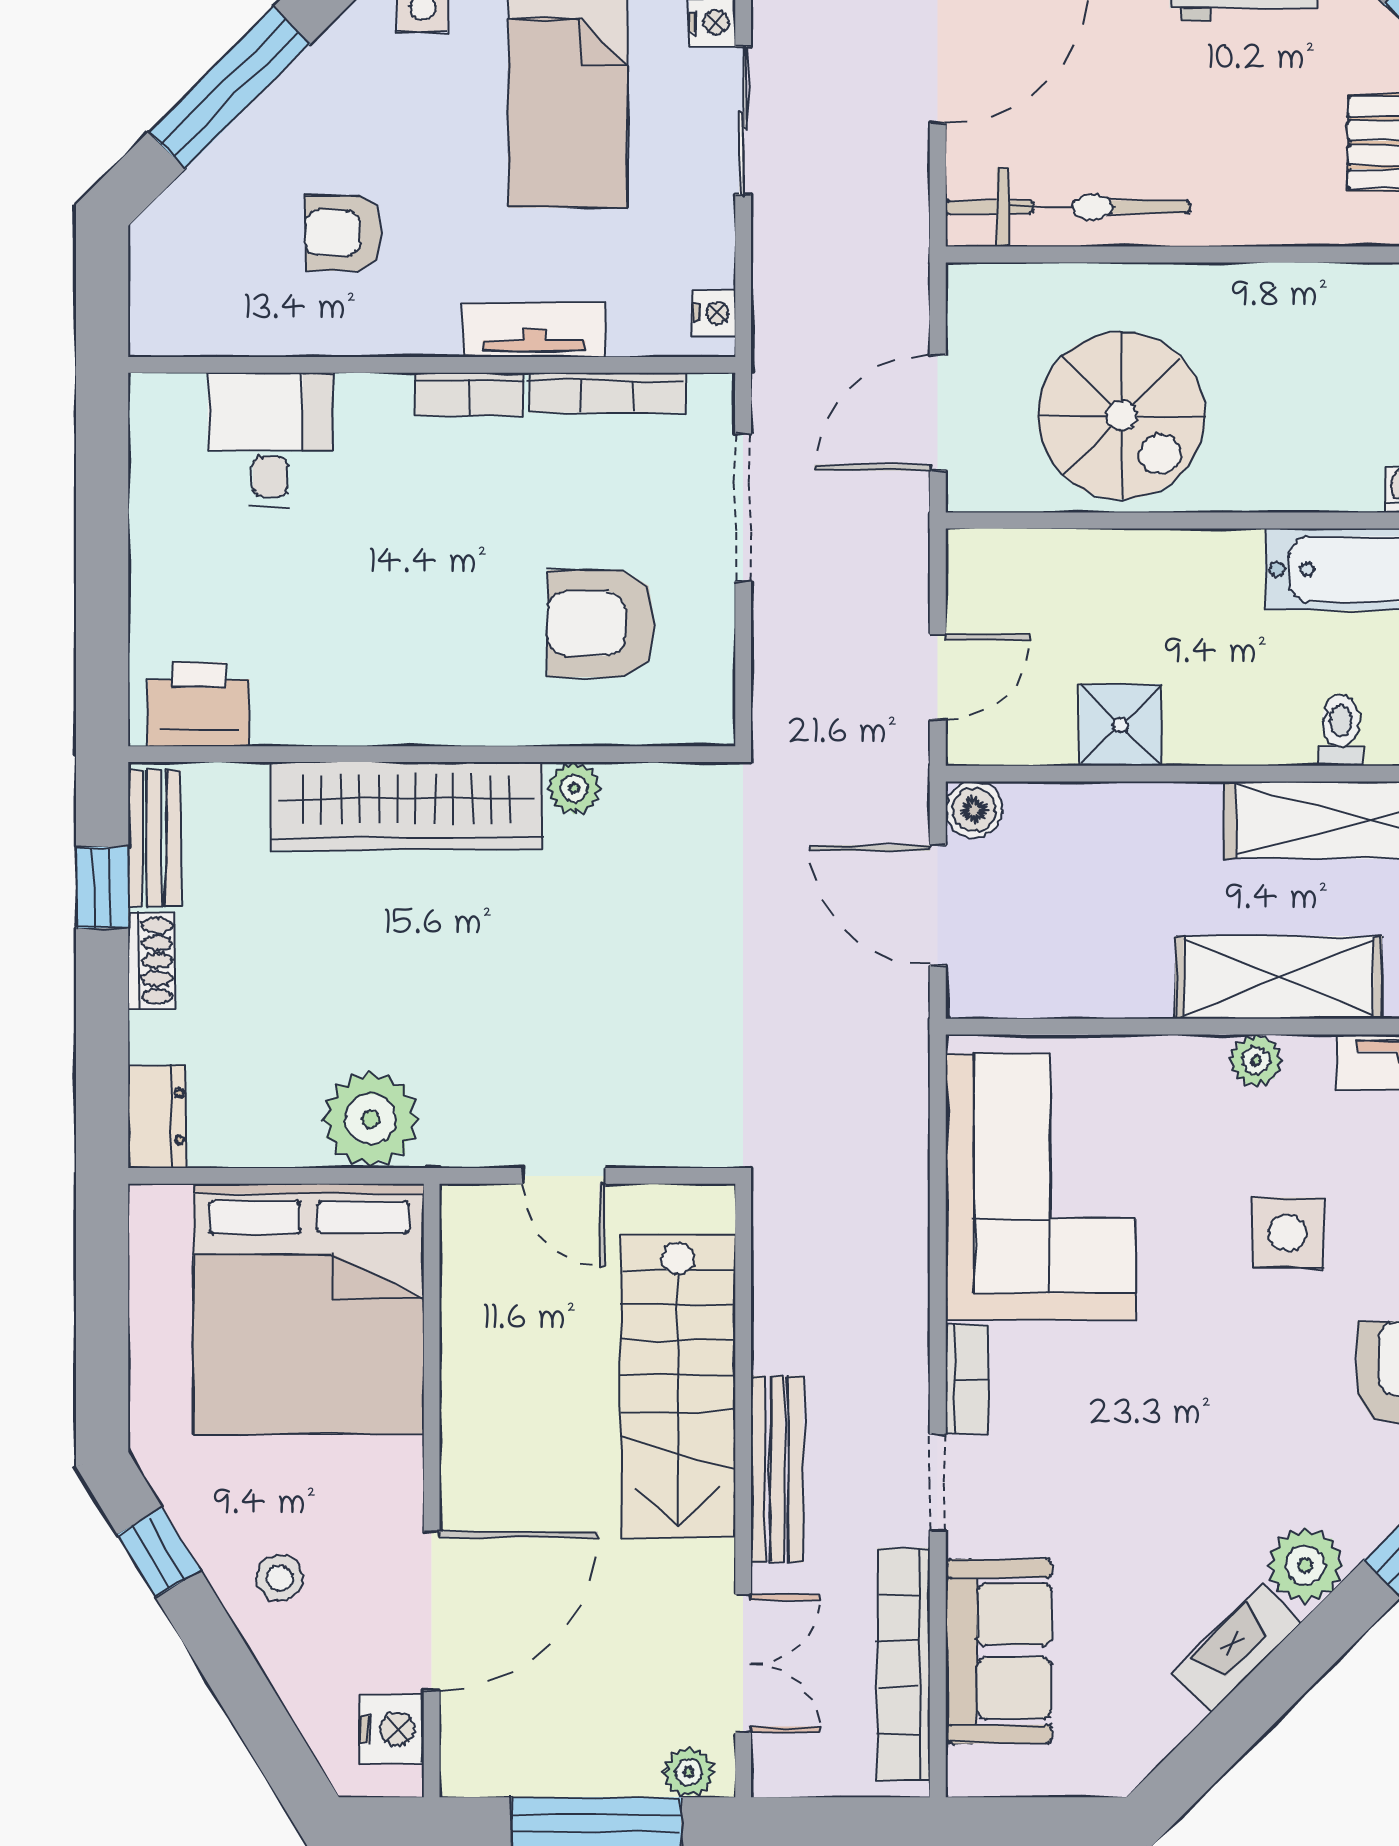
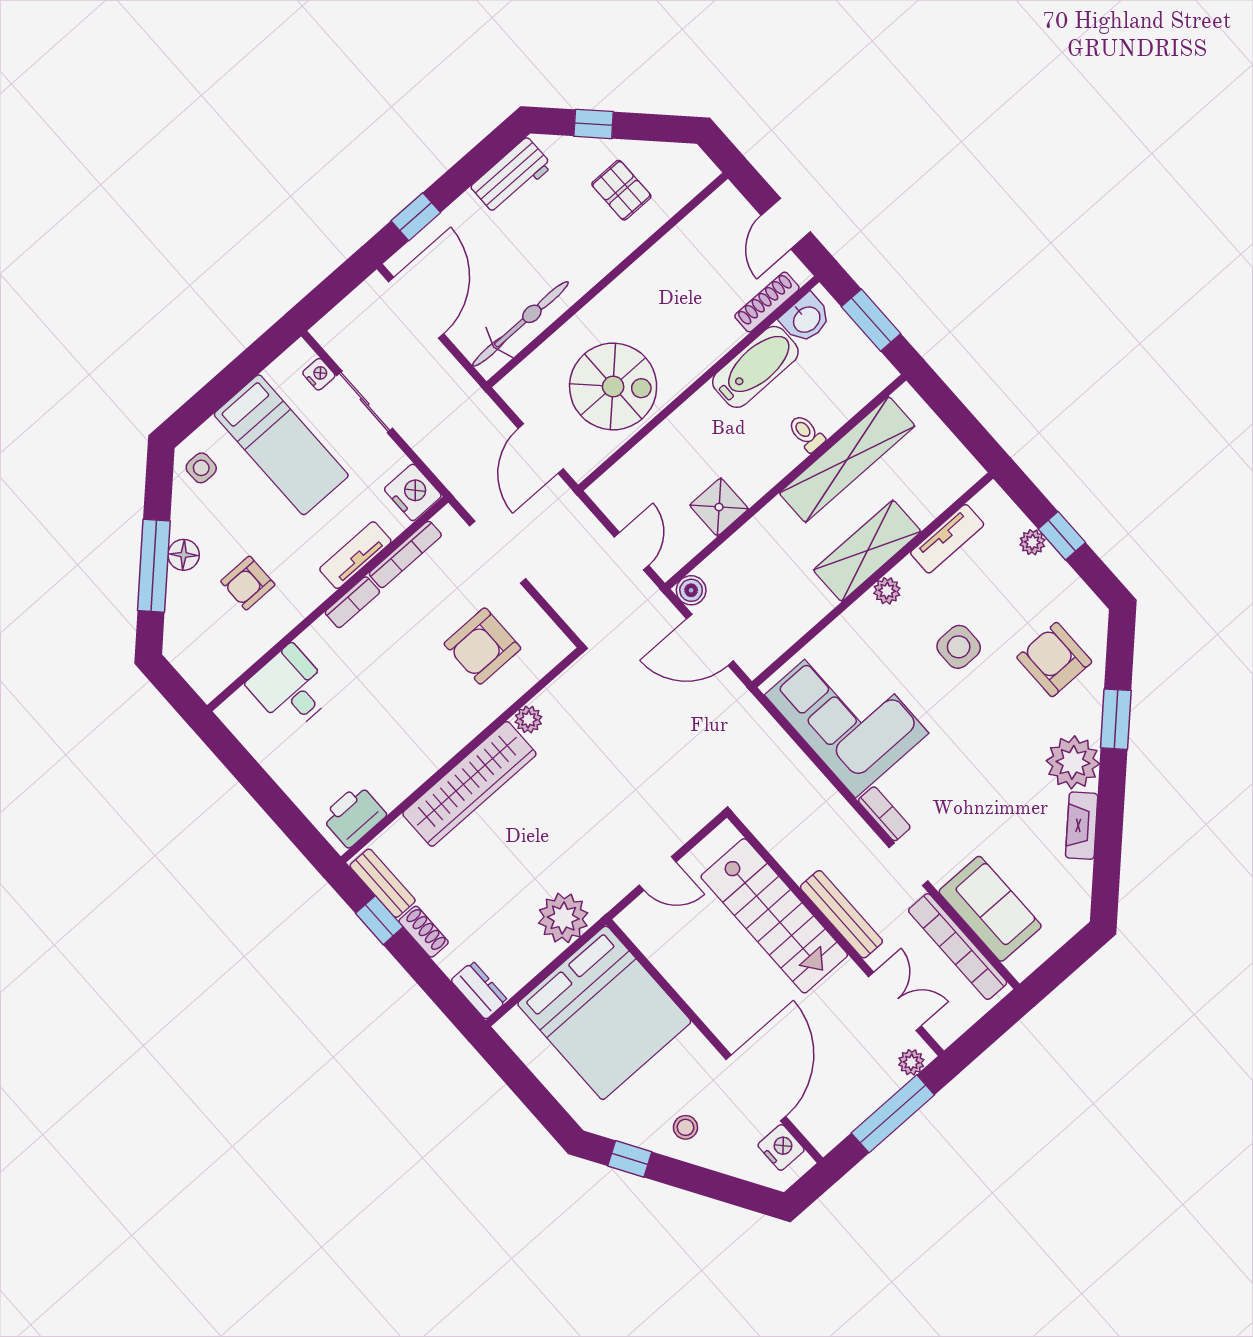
floor lamp: (286, 110) -> (184, 555), added
nightstand: (714, 313) -> (413, 492), width x1.89, depth x1.79
plant: (1305, 1565) -> (1073, 762), width x1.36, depth x1.36

